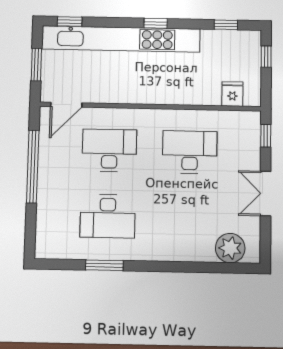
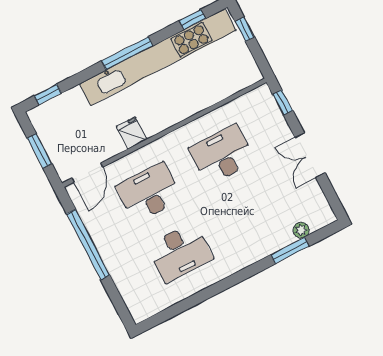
window: (156, 23) -> (127, 53), width x2.17
kitchen unit: (121, 39) -> (158, 57), moved
fridge: (232, 94) -> (132, 133), moved
plant: (230, 248) -> (301, 230), width x0.53, depth x0.53
window: (104, 265) -> (290, 250), moved

